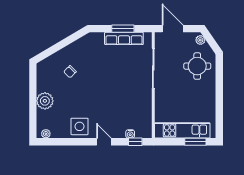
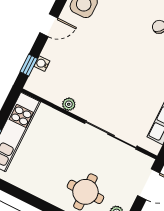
plant: (147, 104) -> (69, 104), added

